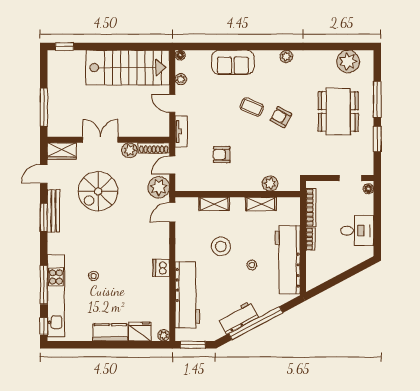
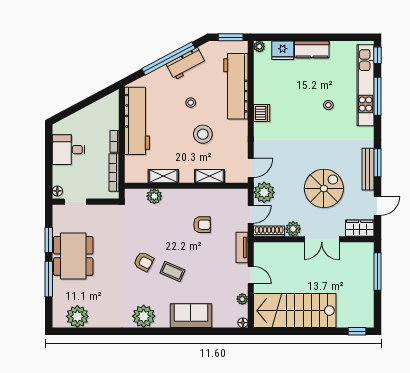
plant: (286, 56) -> (144, 316), width x1.88, depth x1.88
dining table: (338, 112) -> (73, 256), moved
stool: (252, 265) -> (191, 103), moved

